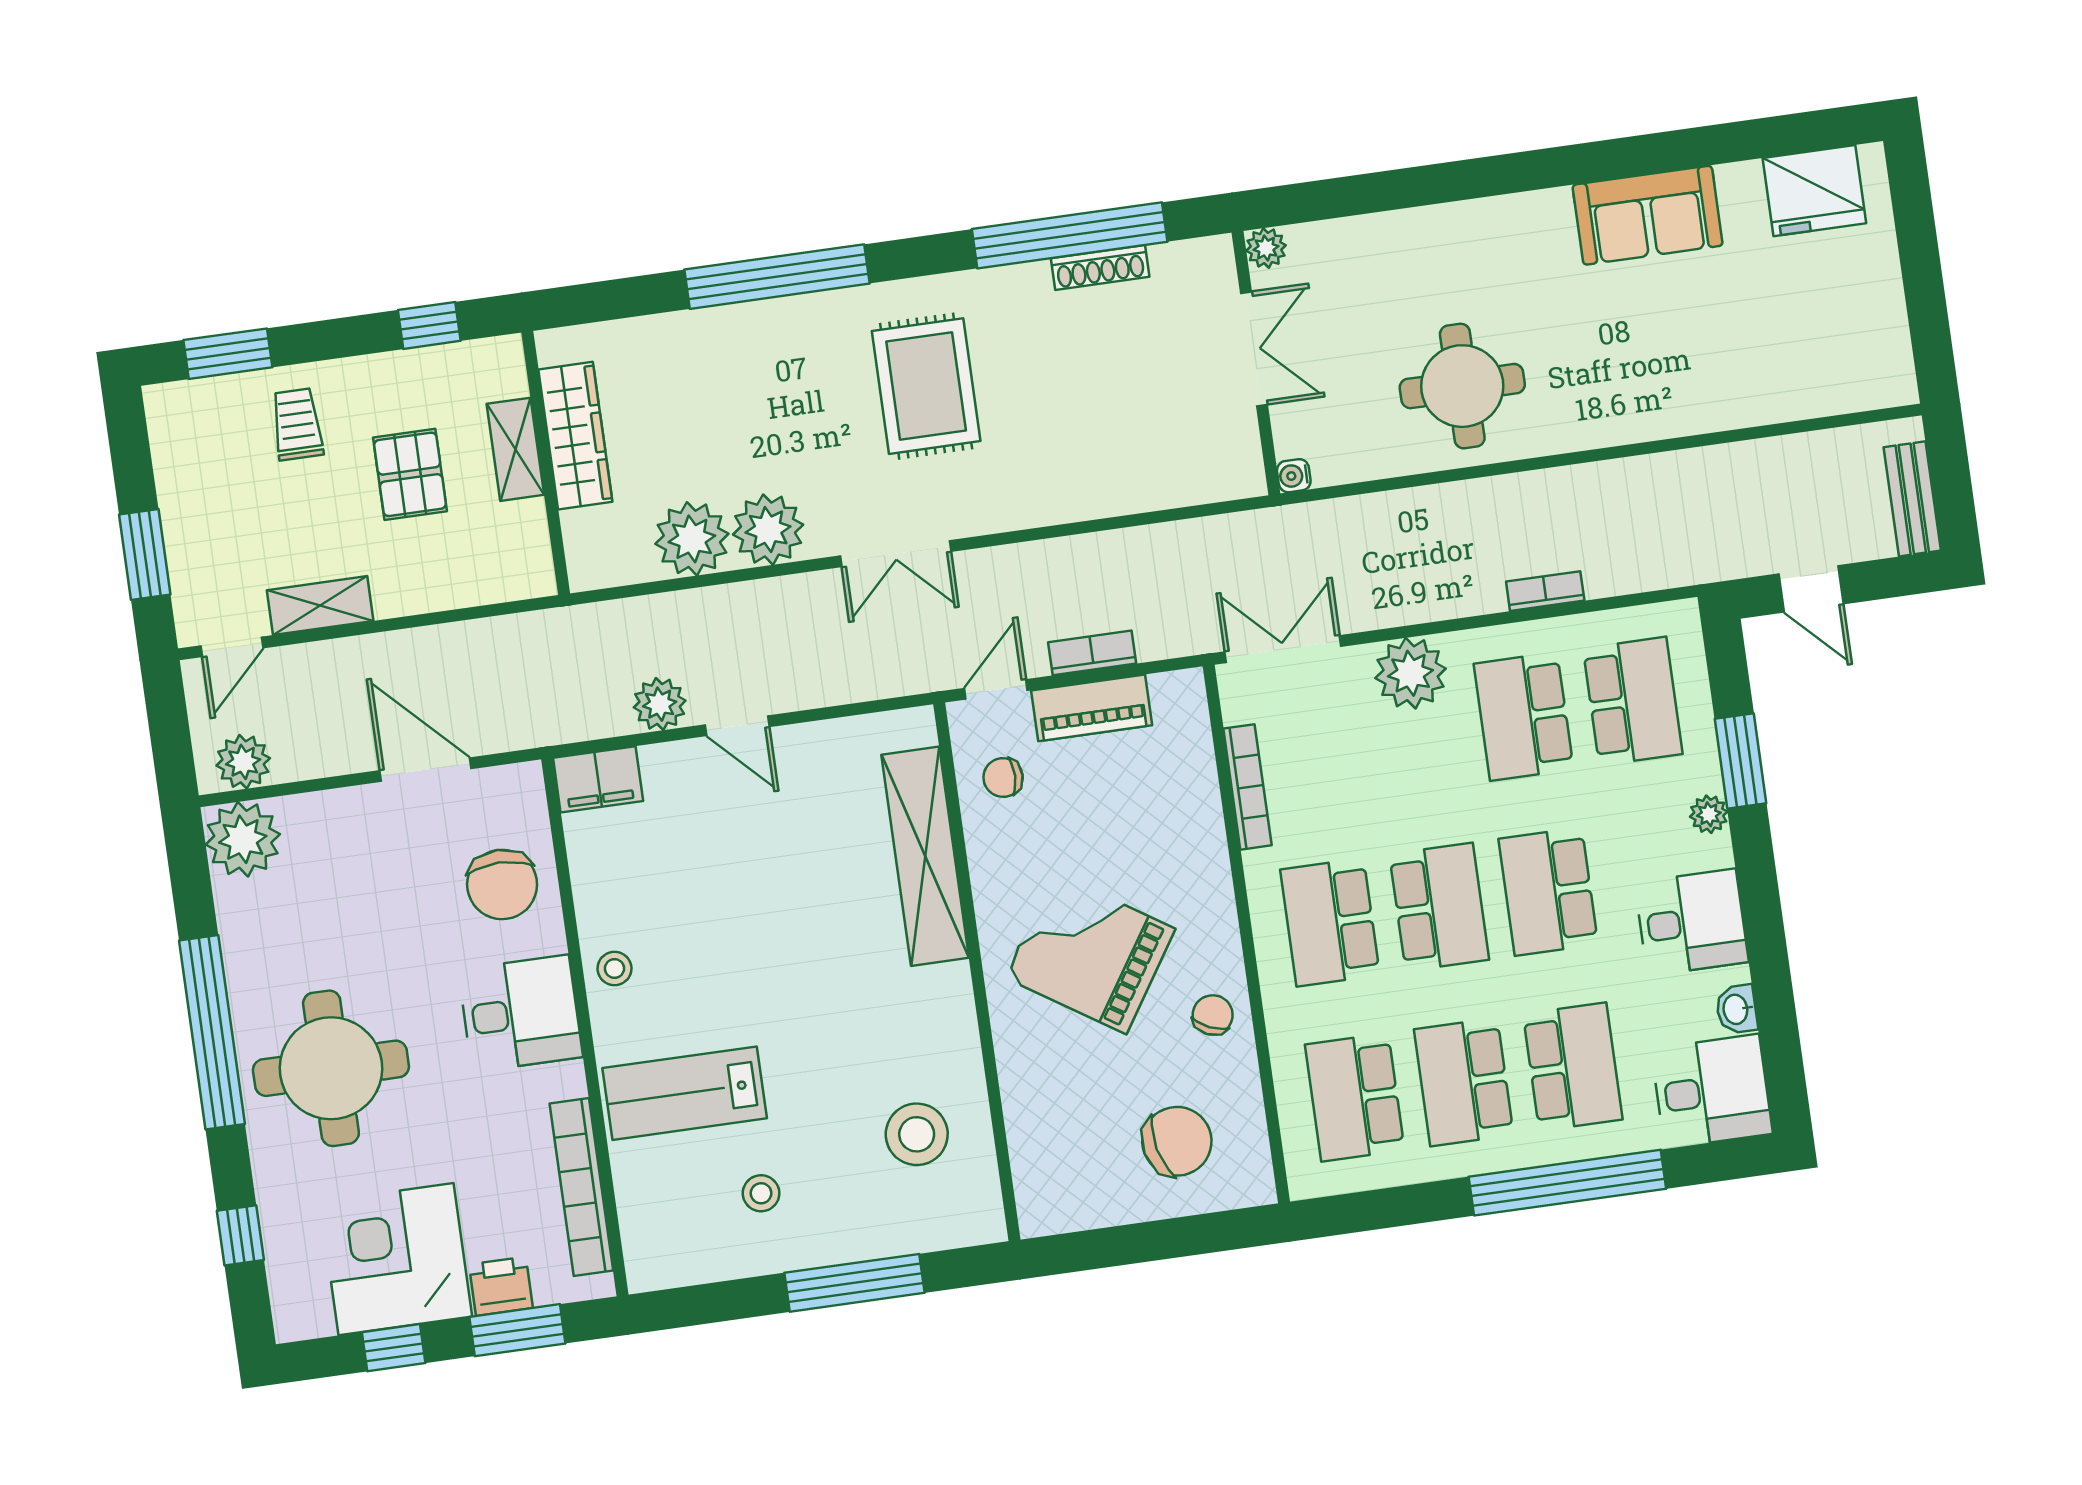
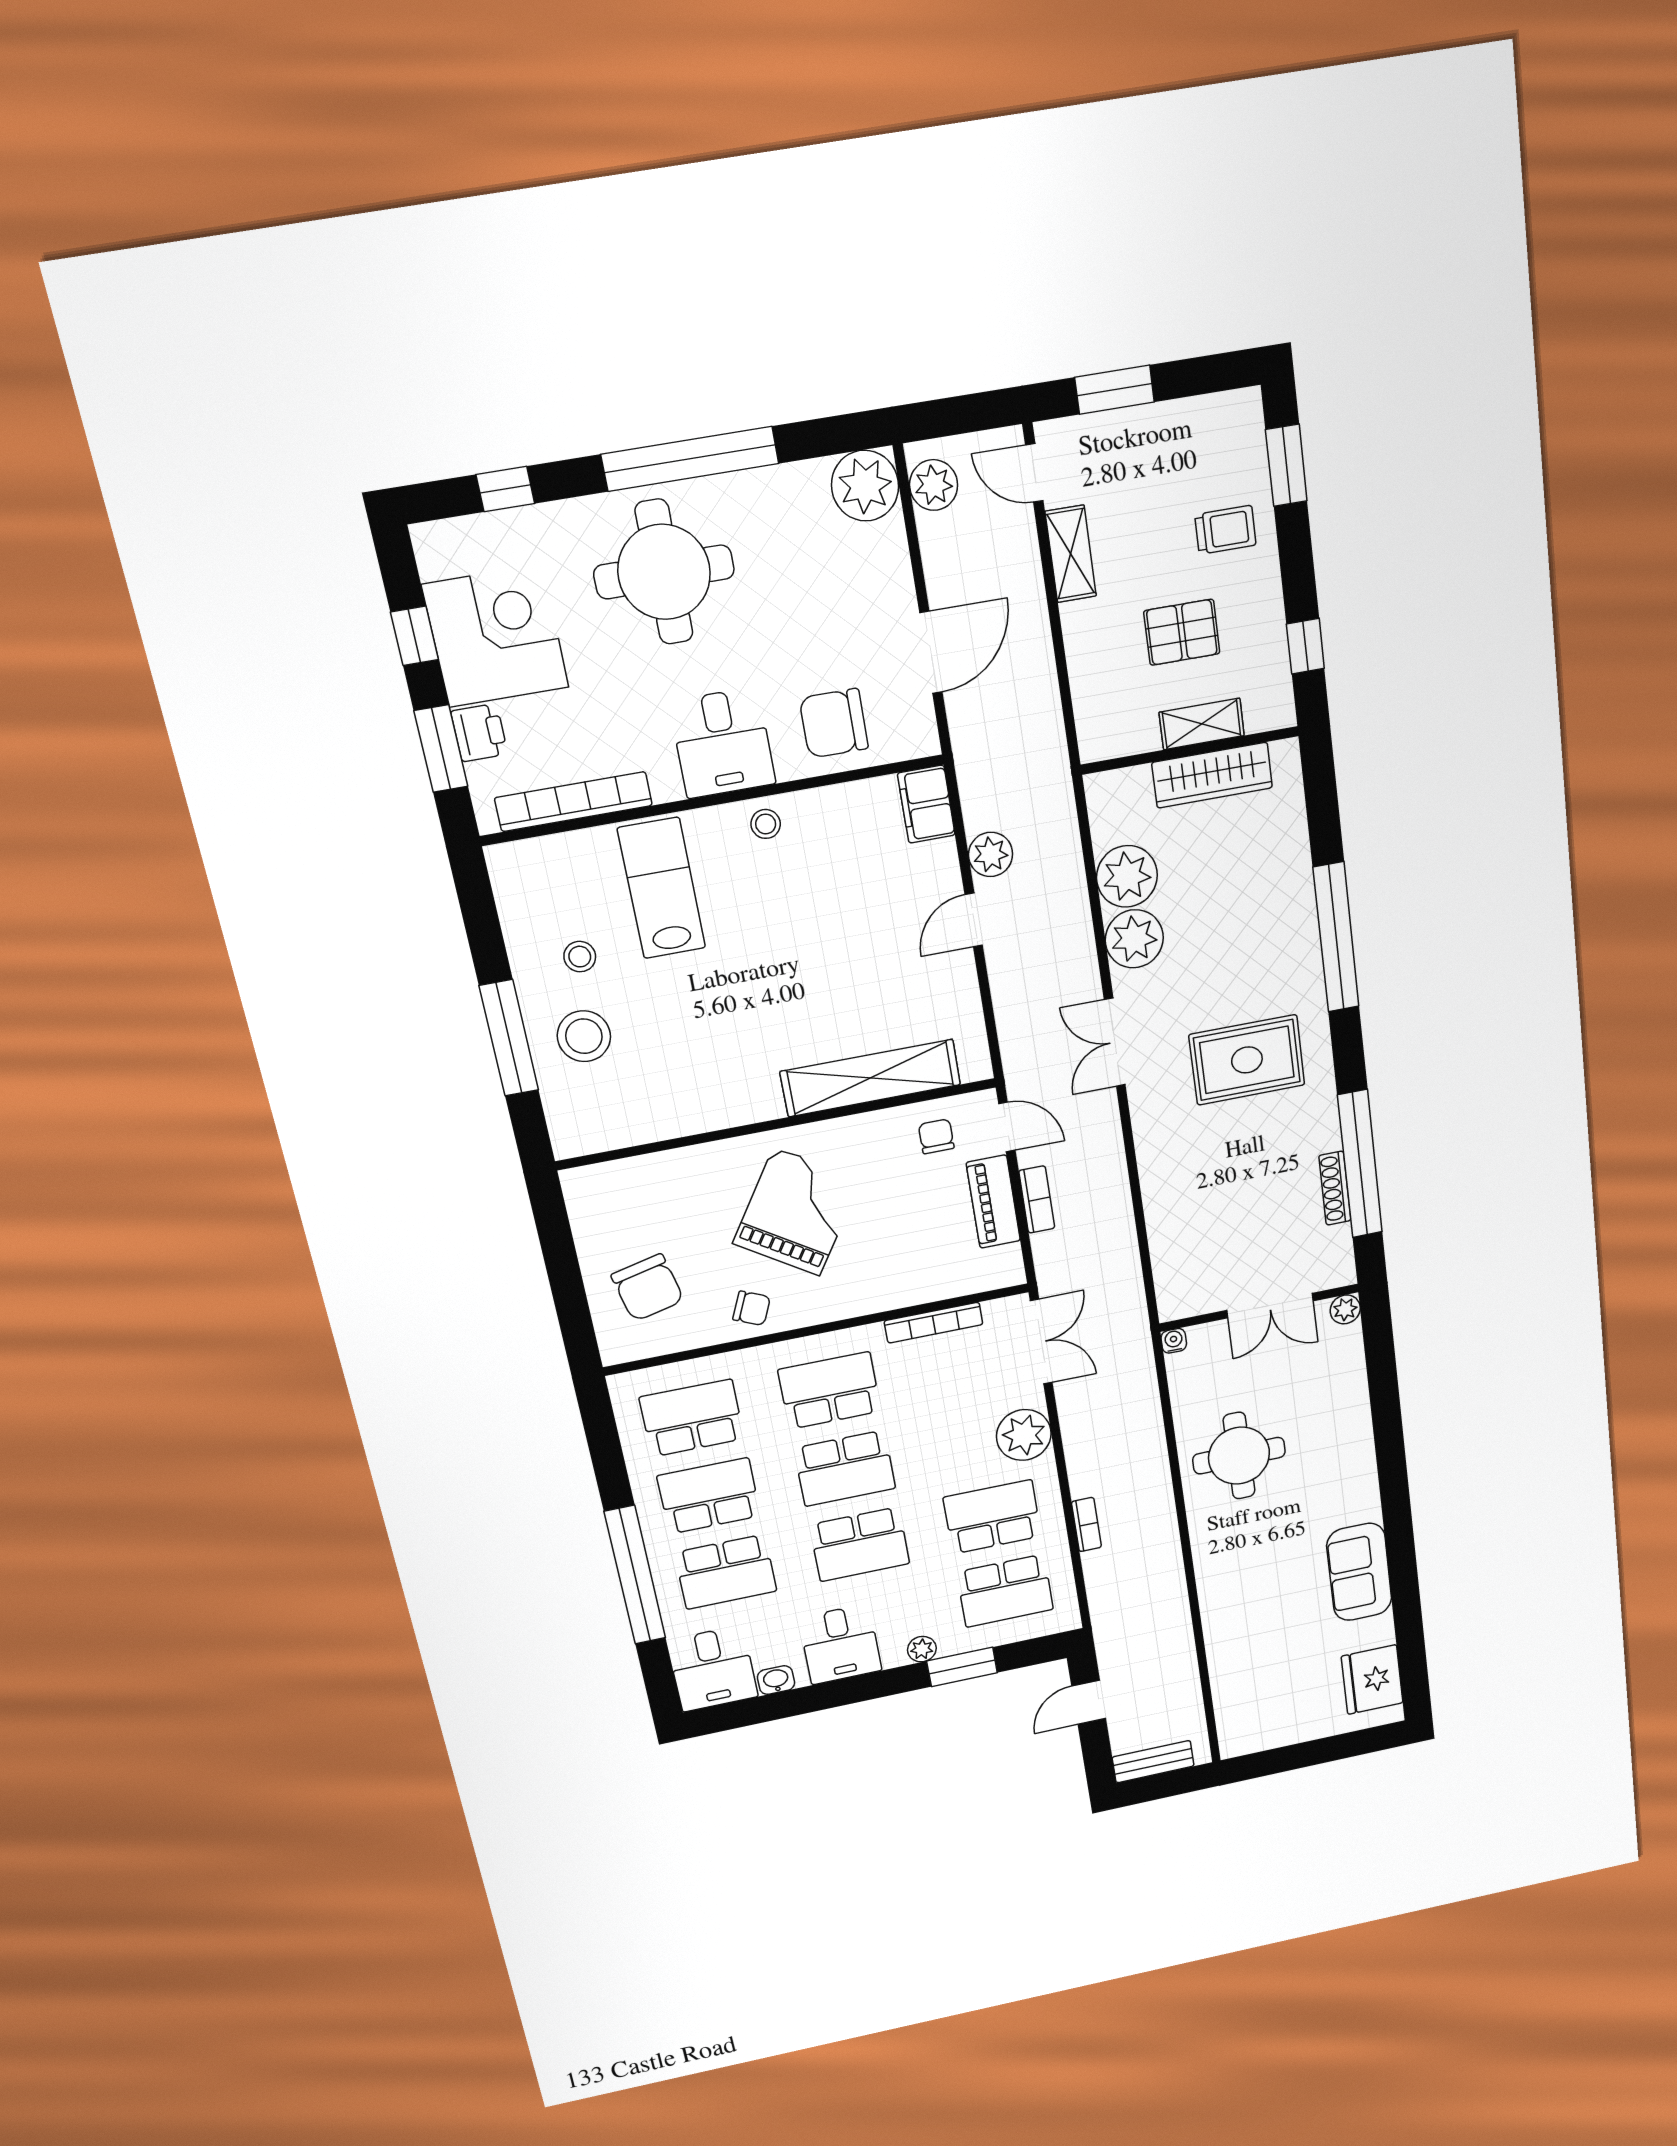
school desk: (1548, 892) -> (860, 1544), turned 180
stool: (917, 1134) -> (584, 1036), moved

